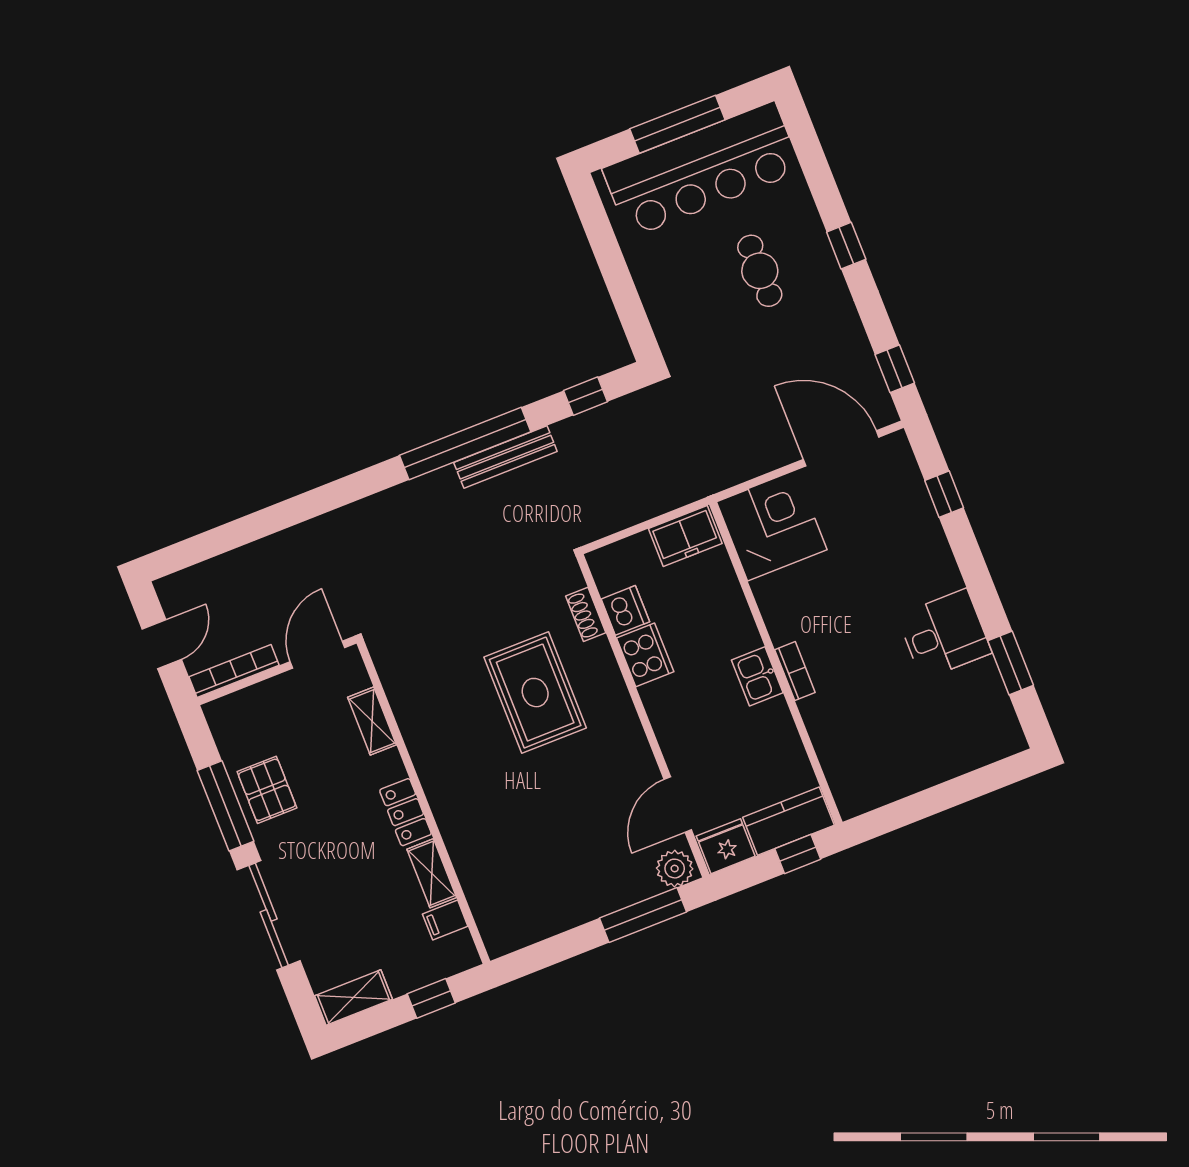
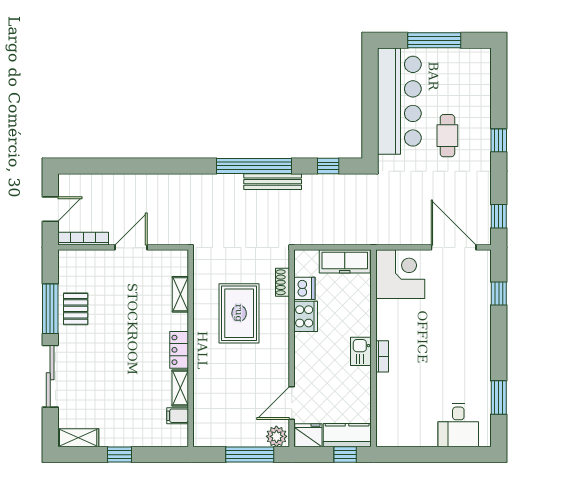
bar counter: (702, 170) -> (399, 101), moved, turned -90
freezer: (685, 536) -> (345, 261), width x1.40
desk: (944, 634) -> (458, 425), moved, turned 90
shelving: (372, 721) -> (180, 294), moved
wall: (423, 802) -> (191, 348), moved
locker: (405, 812) -> (179, 350), moved
shelving: (432, 873) -> (180, 388), moved
filing cabinet: (445, 920) -> (178, 416), moved

